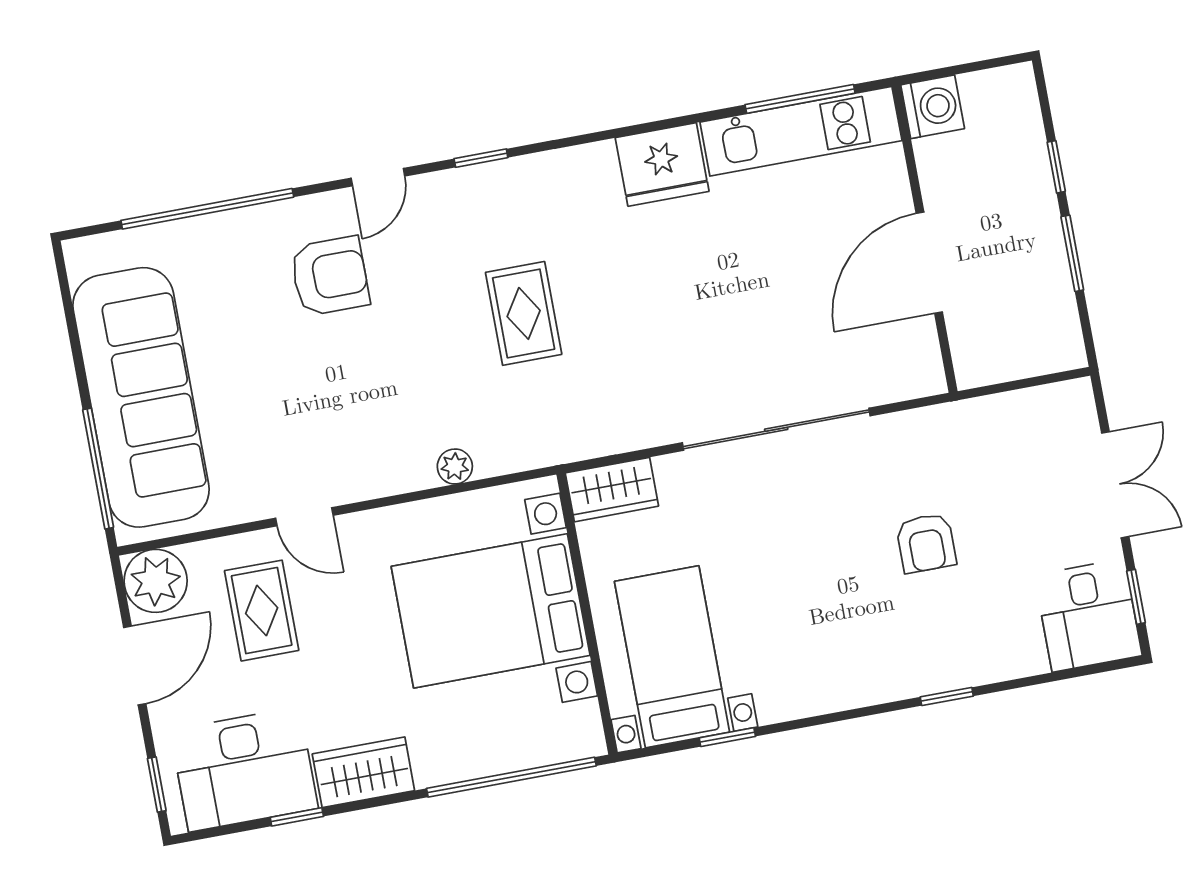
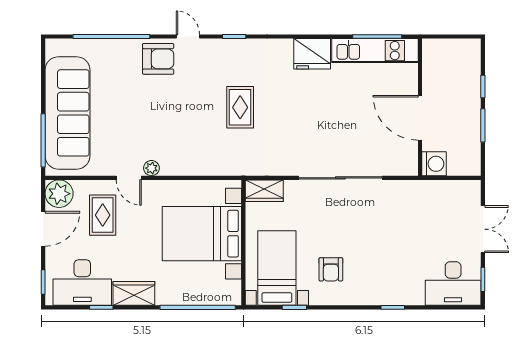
washing machine: (933, 107) -> (434, 164), moved
door: (378, 177) -> (188, 36), swing flipped
door: (929, 263) -> (420, 118), hinge flipped
armchair: (330, 276) -> (158, 59), moved
plant: (455, 467) -> (151, 168), moved
armchair: (926, 543) -> (331, 269), moved
desk: (1088, 615) -> (453, 284), width x1.37

